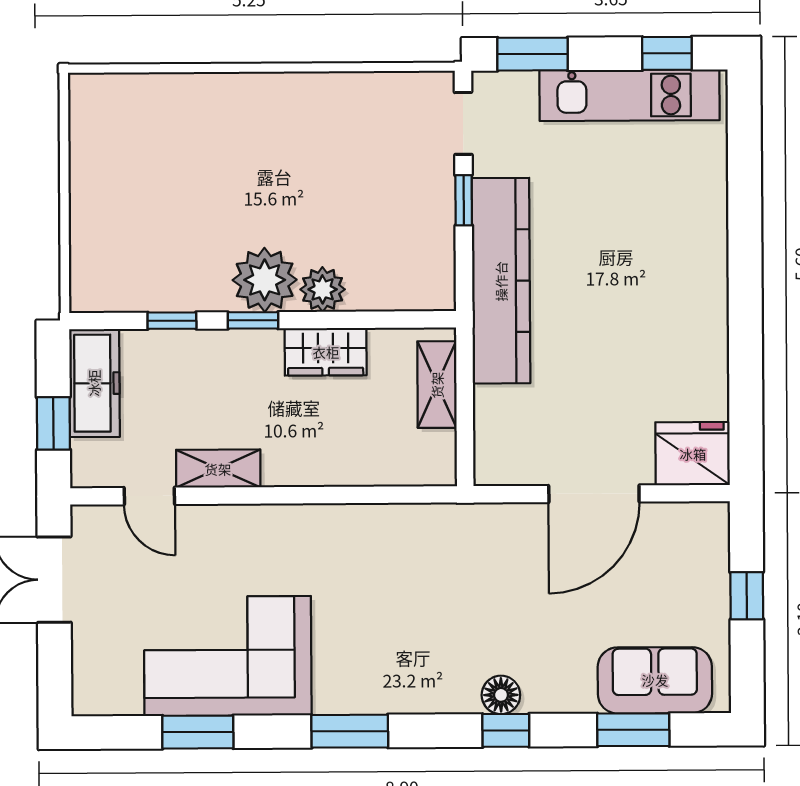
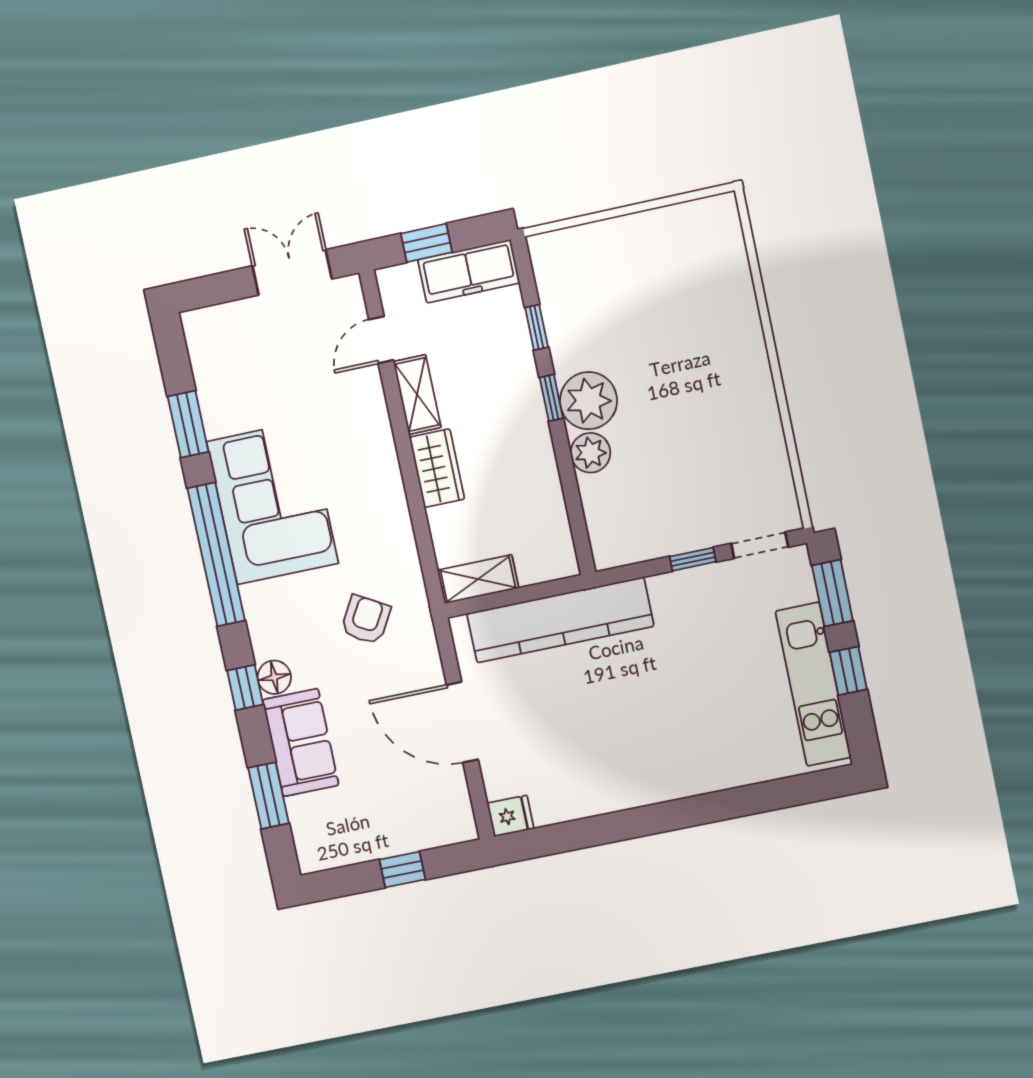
window: (667, 53) -> (848, 671), moved
kitchen counter: (501, 281) -> (560, 620), moved
wardrobe: (326, 352) -> (437, 468), moved, turned 180
shelving: (437, 385) -> (478, 579), moved
fridge: (693, 454) -> (510, 816), width x0.53, depth x0.75
armchair: (457, 578) -> (366, 620), added
corner sofa: (228, 656) -> (272, 502), moved
sofa: (655, 680) -> (301, 743), moved
window: (350, 731) -> (216, 554), width x2.11

